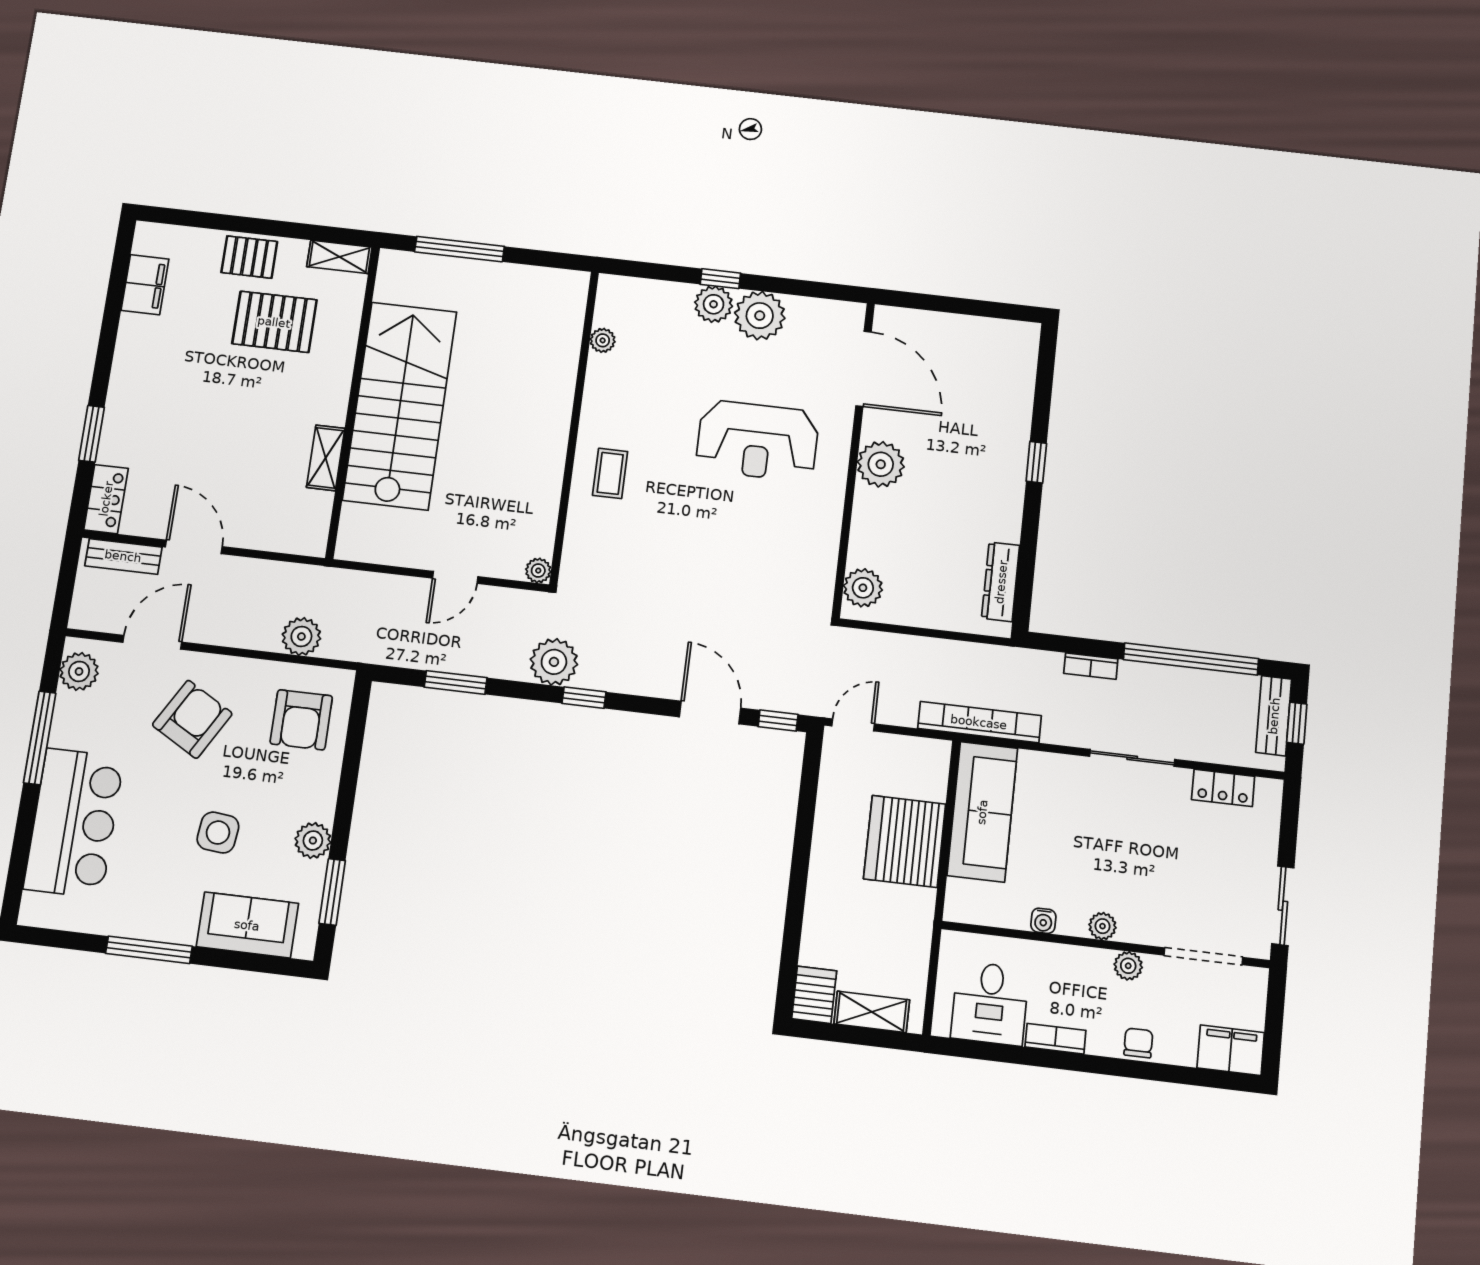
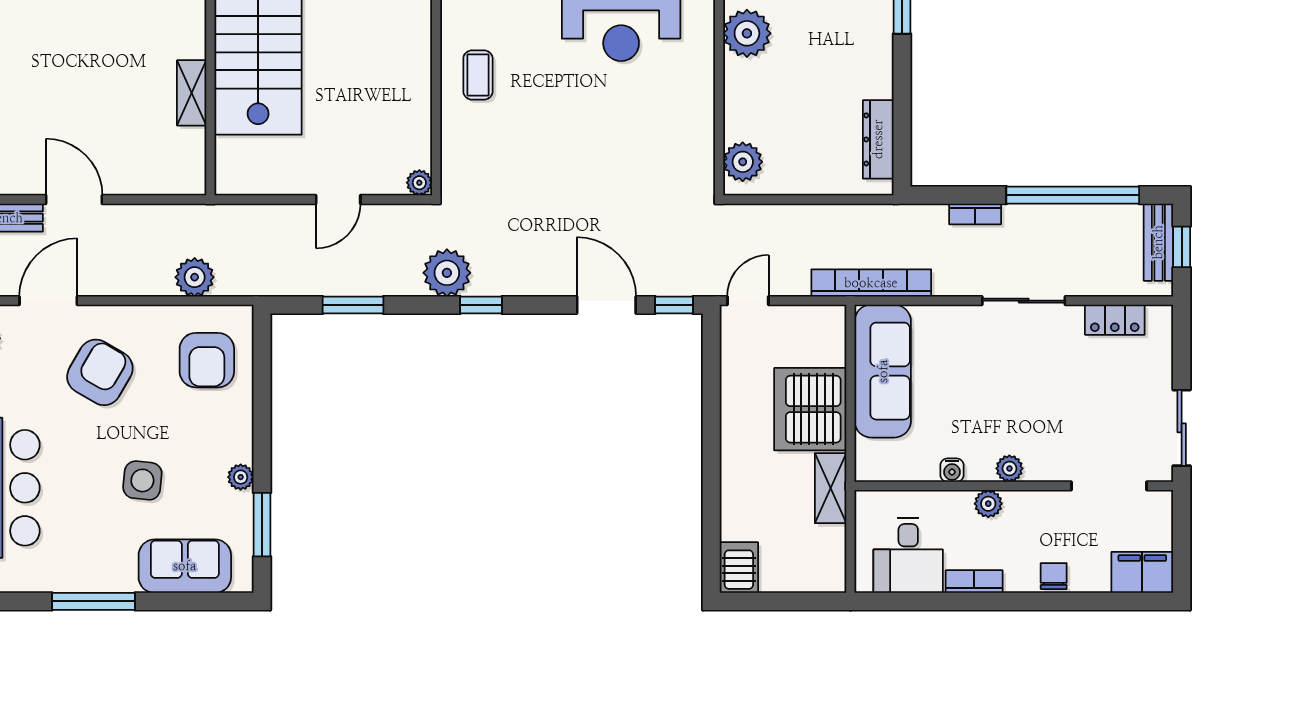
plant: (313, 840) -> (241, 477), width x0.73, depth x0.73
plant: (1128, 966) -> (988, 504), moved
shelving: (872, 1012) -> (831, 488), moved, turned 90

